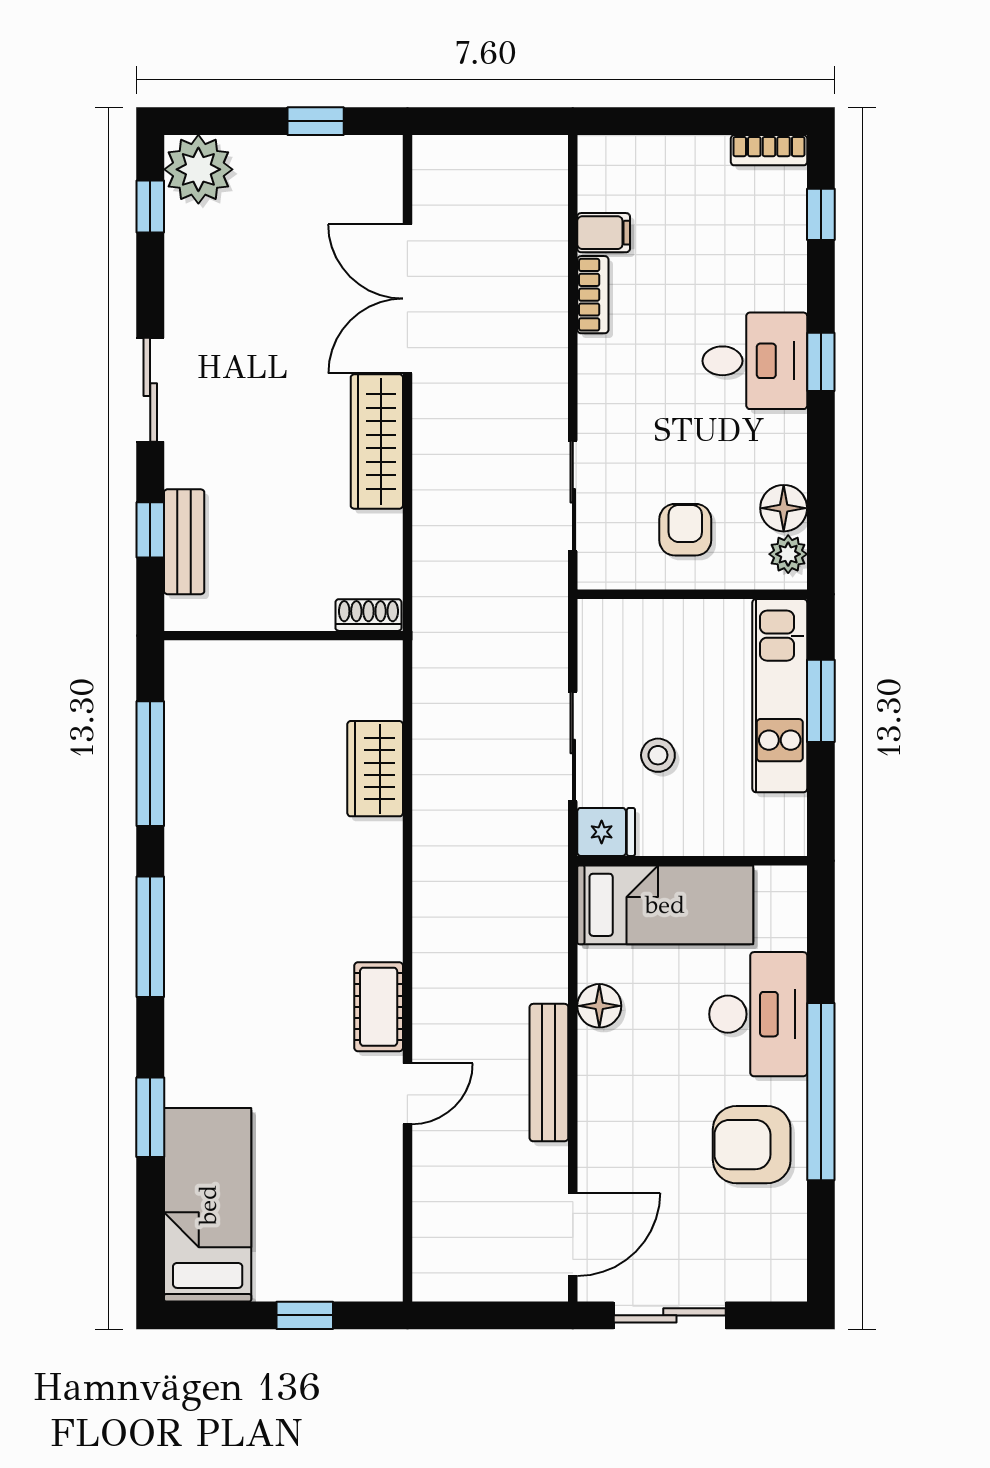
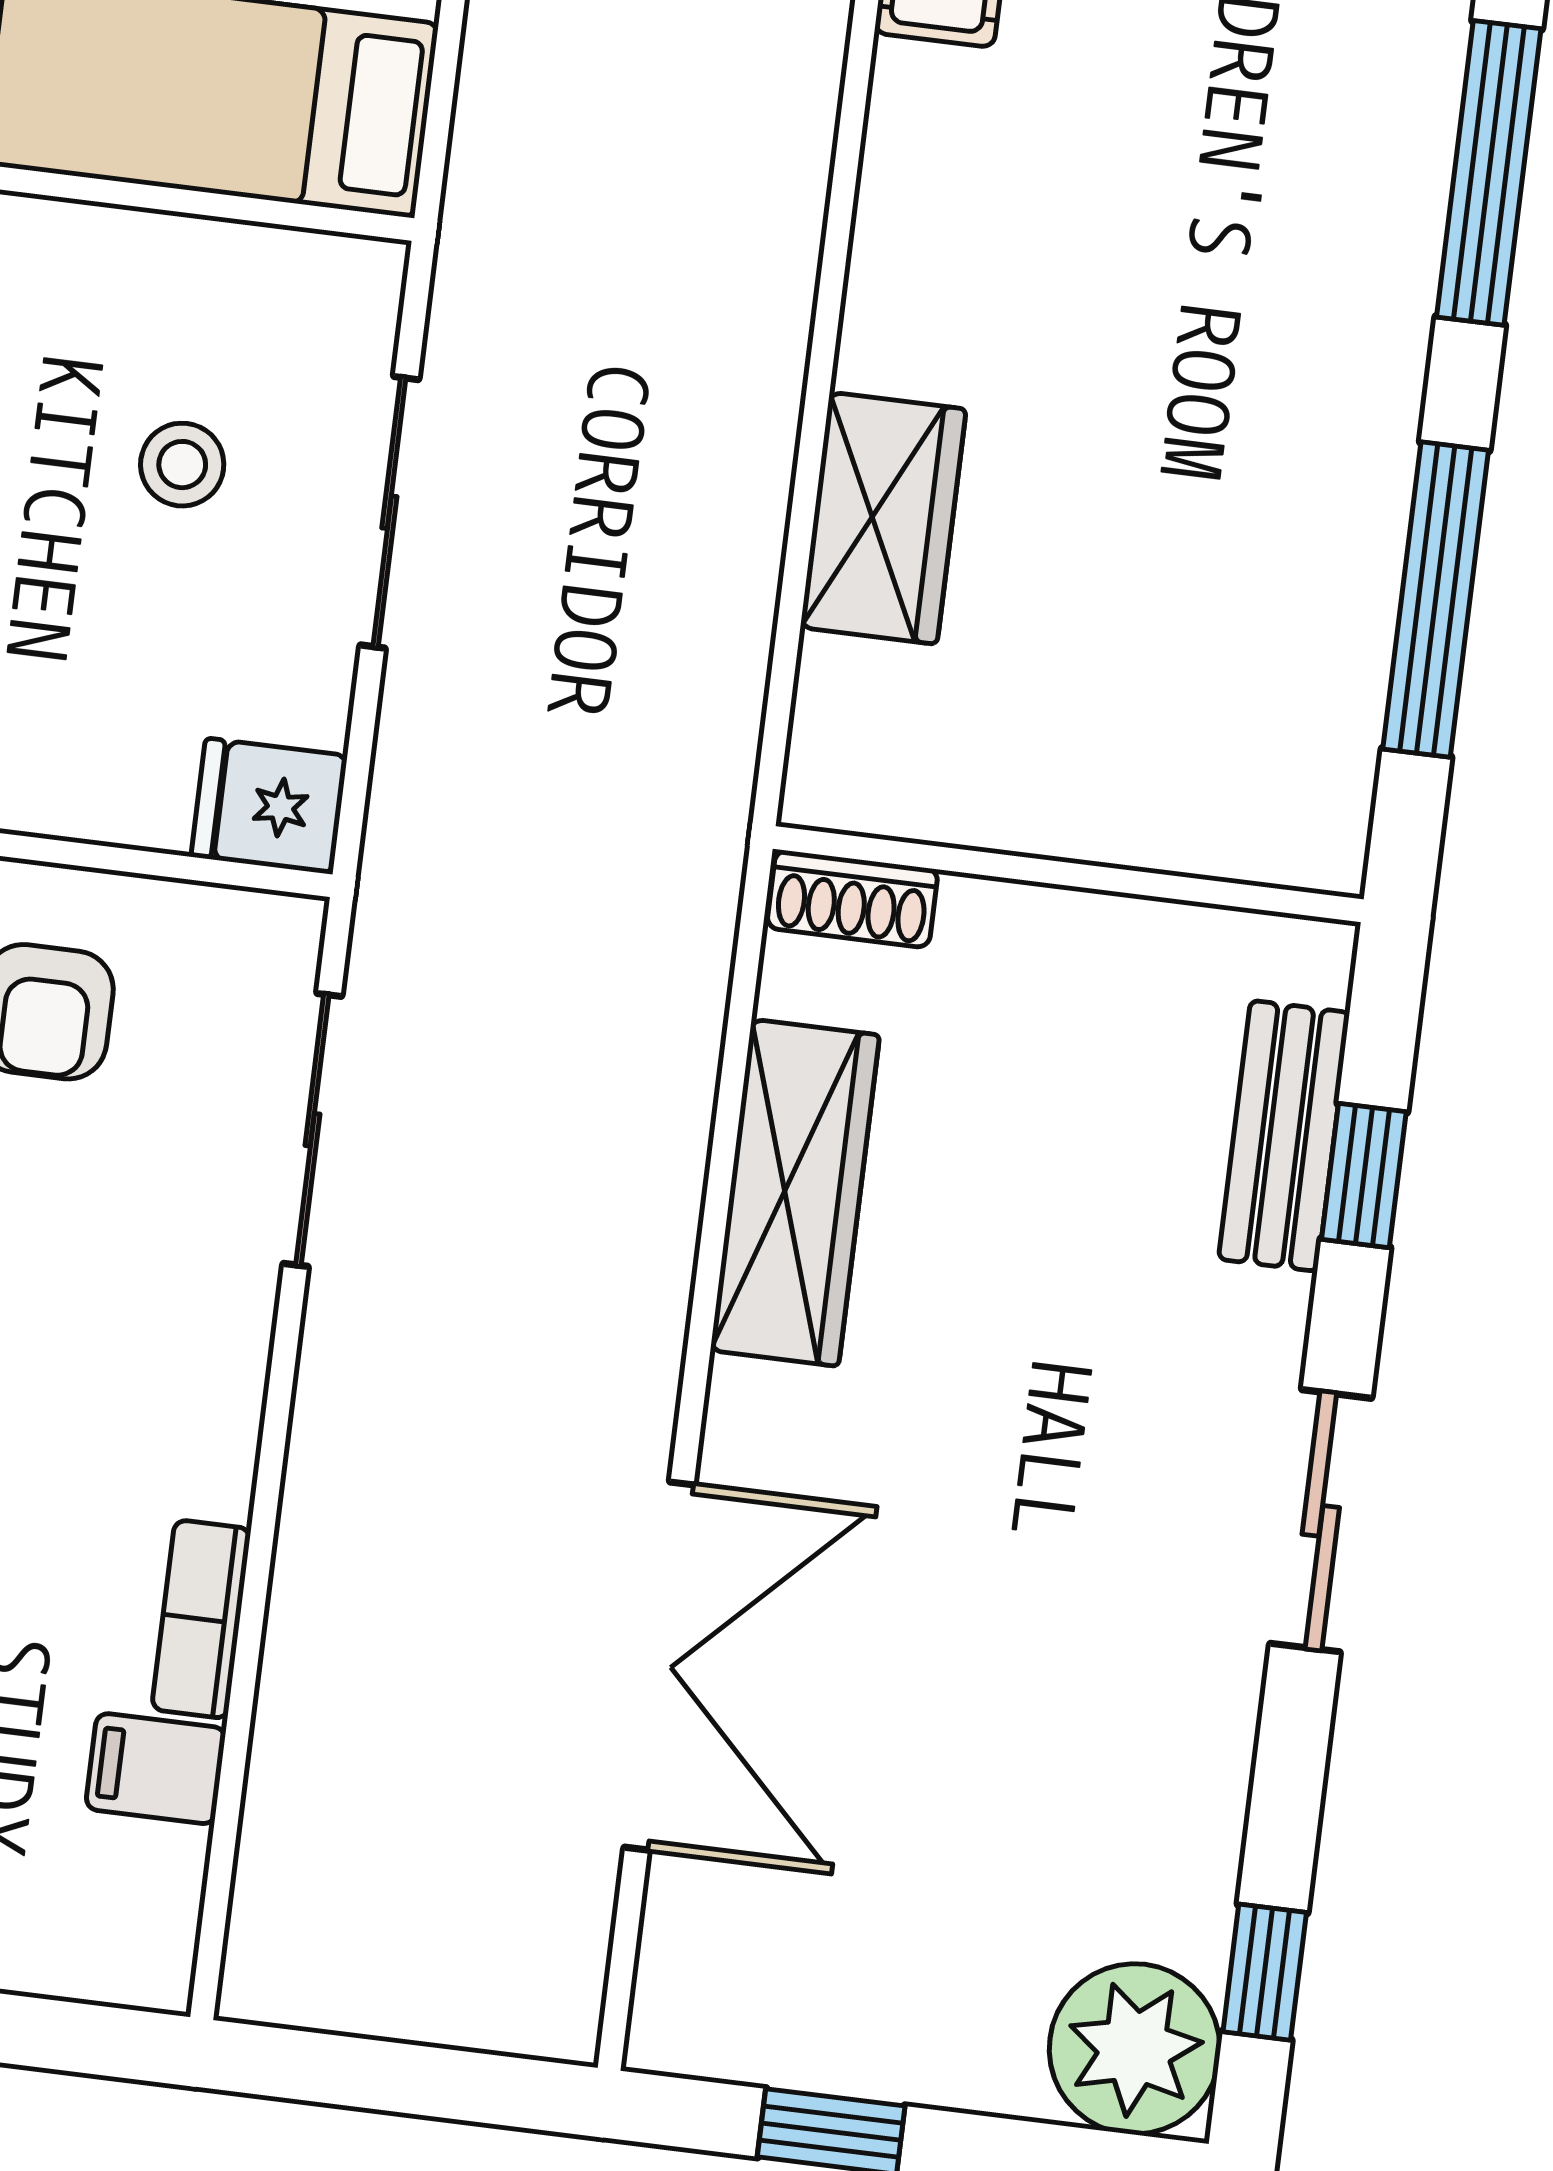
wardrobe: (377, 442) -> (795, 1193), moved
fridge: (606, 832) -> (269, 806), moved

